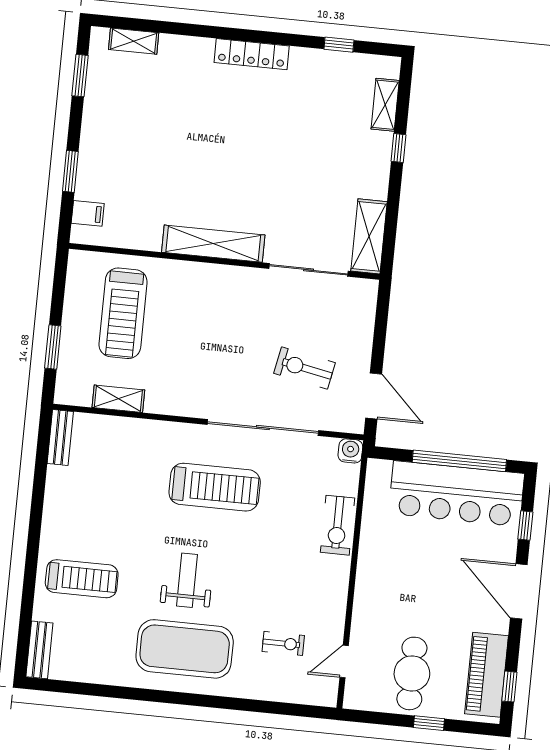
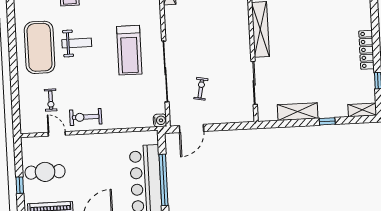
locker: (252, 54) -> (366, 50), moved
shelving: (385, 105) -> (362, 110), moved
shelving: (369, 236) -> (298, 112), moved
exercise bike: (304, 368) -> (201, 89), width x0.73, depth x0.72
exercise bike: (338, 525) -> (86, 117), moved
door: (344, 662) -> (57, 134), moved

